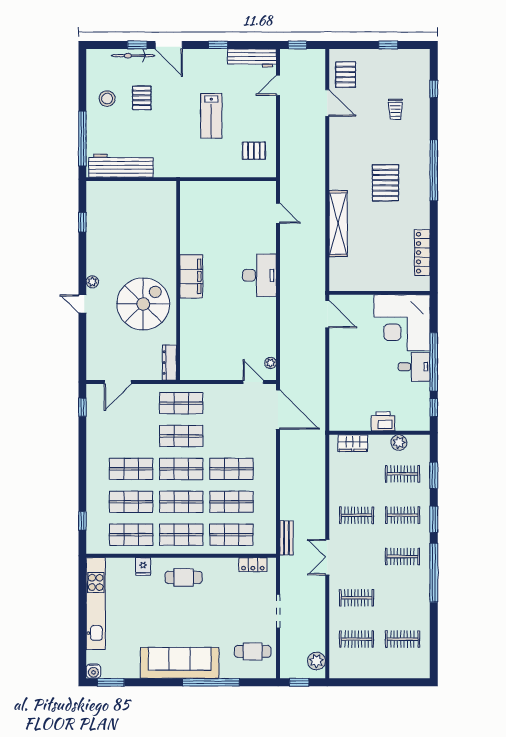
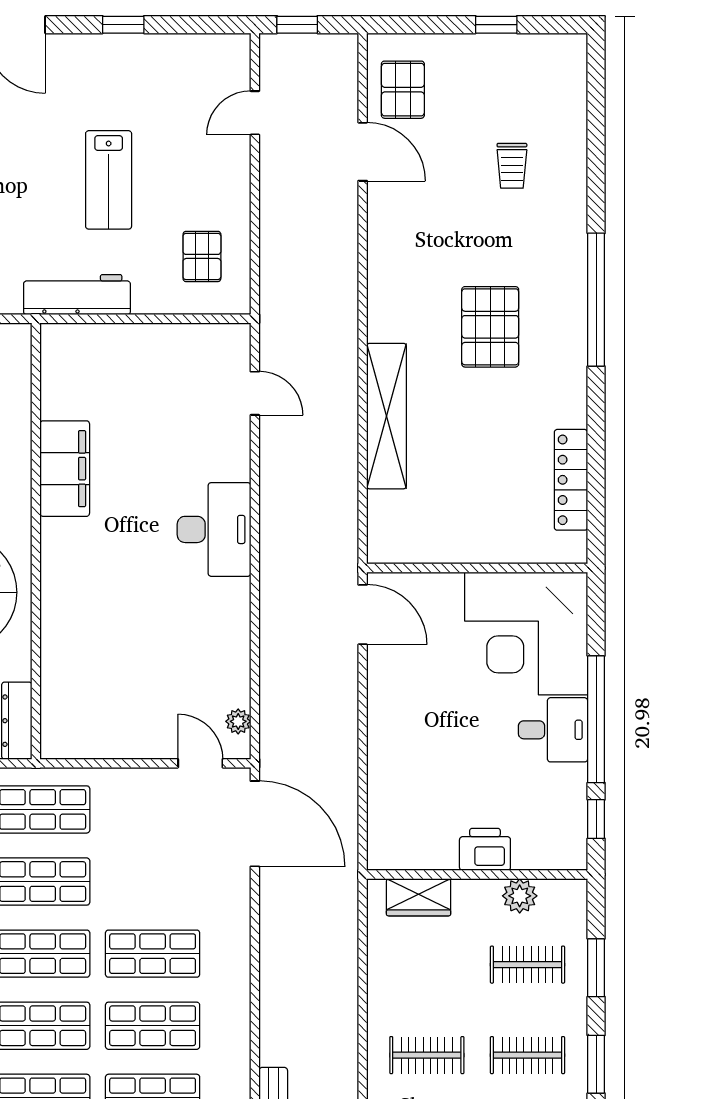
workbench: (252, 58) -> (77, 295), moved, turned 180
window: (434, 89) -> (596, 121), removed
pallet: (254, 151) -> (202, 256), turned 90
filing cabinet: (191, 276) -> (65, 469), moved

